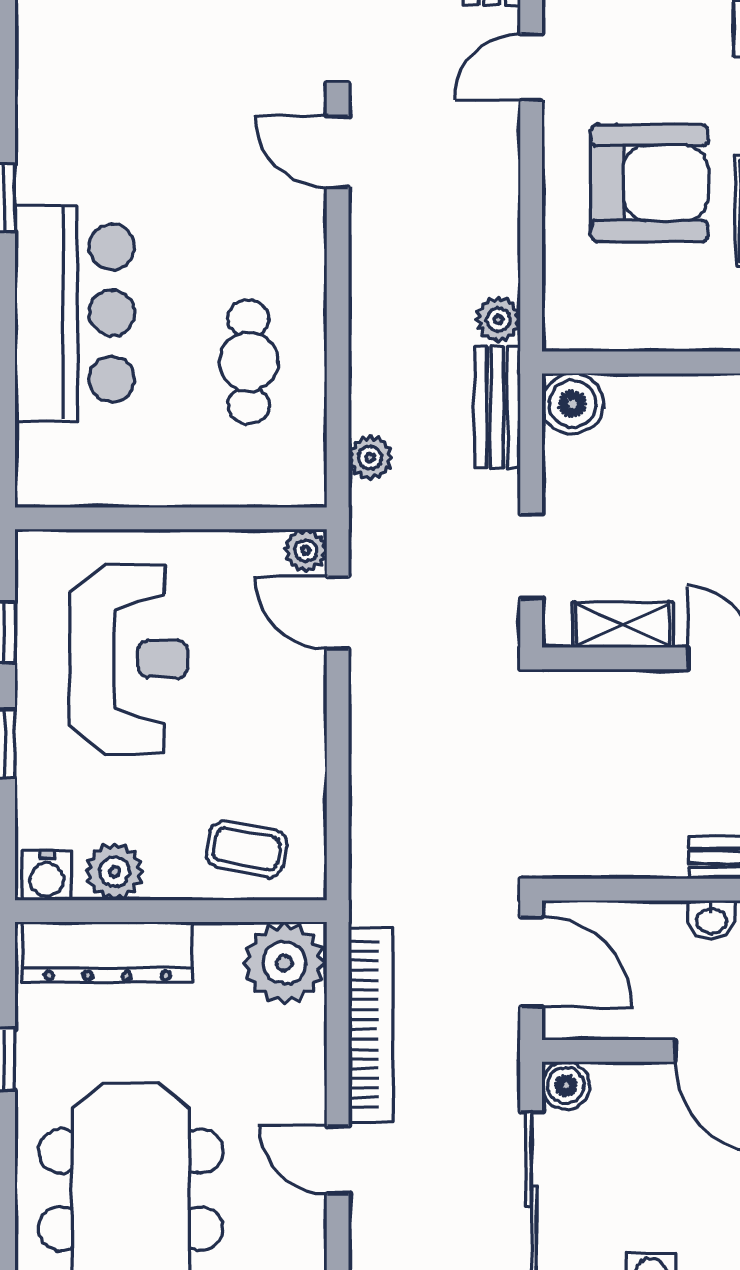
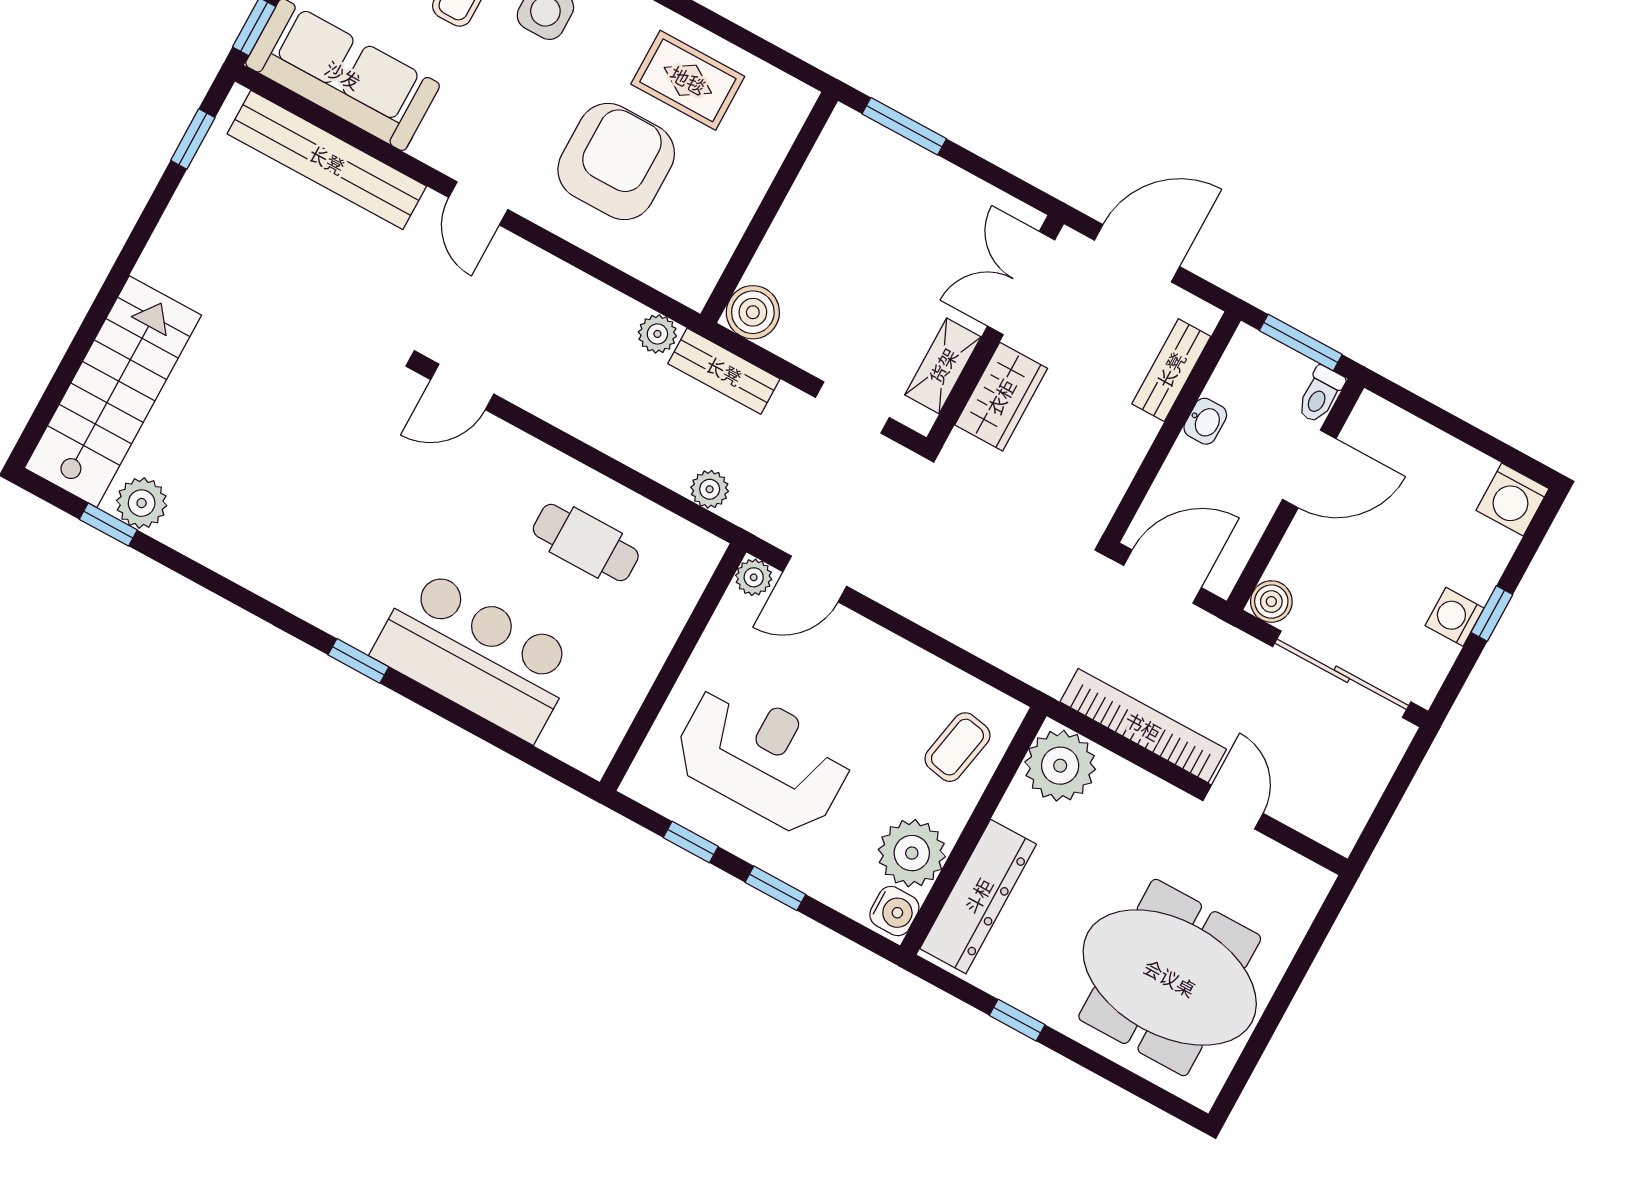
wardrobe: (624, 700) -> (1001, 397), added
plant: (115, 872) -> (912, 853), width x1.36, depth x1.36
door: (338, 1160) -> (1233, 807), swing flipped

